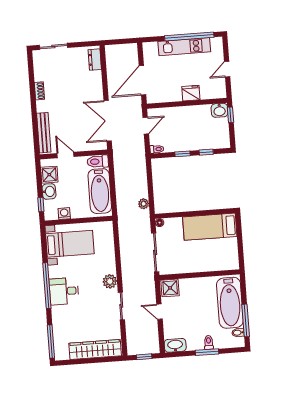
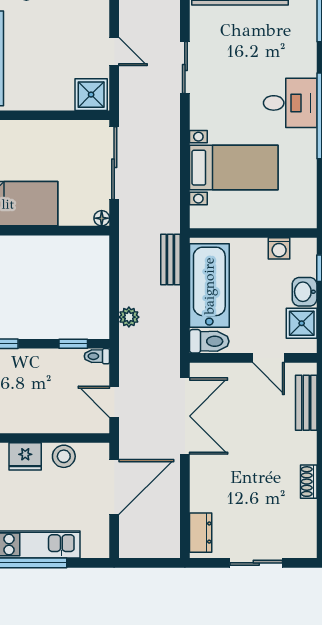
sliding door: (53, 46) -> (256, 563), moved
stool: (170, 95) -> (64, 456), added
door: (146, 126) -> (114, 402), hinge flipped
bench: (44, 133) -> (306, 403), width x0.73
window: (182, 154) -> (73, 344), moved
bench: (121, 203) -> (170, 260), added
plant: (144, 204) -> (129, 317), moved
bed with nightstands: (70, 244) -> (234, 168), moved, turned 180
plant: (110, 281) -> (203, 115), removed

